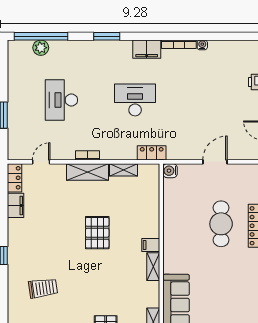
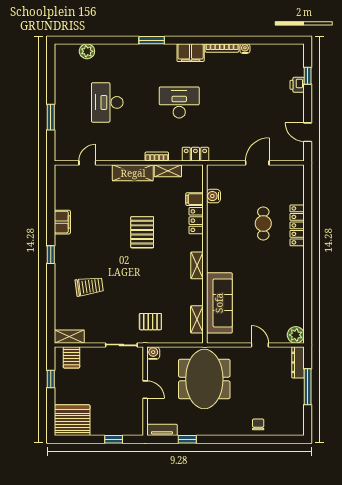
window: (41, 36) -> (87, 40), removed
bookcase: (87, 155) -> (157, 157), moved
water cooler: (170, 171) -> (213, 196), moved
locker: (15, 178) -> (196, 221), moved, turned 180
filing cabinet: (15, 205) -> (62, 222), moved
cafe table: (221, 224) -> (263, 224), width x0.73, depth x0.74
filing cabinet: (151, 245) -> (194, 199), moved

